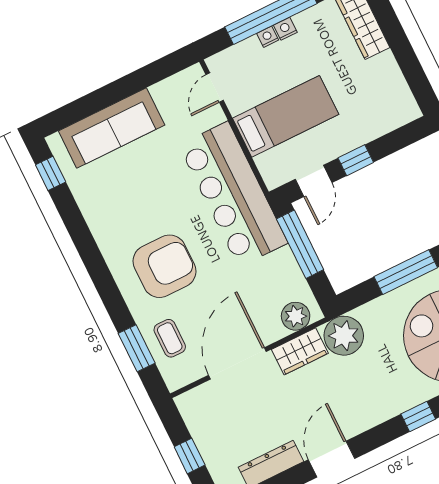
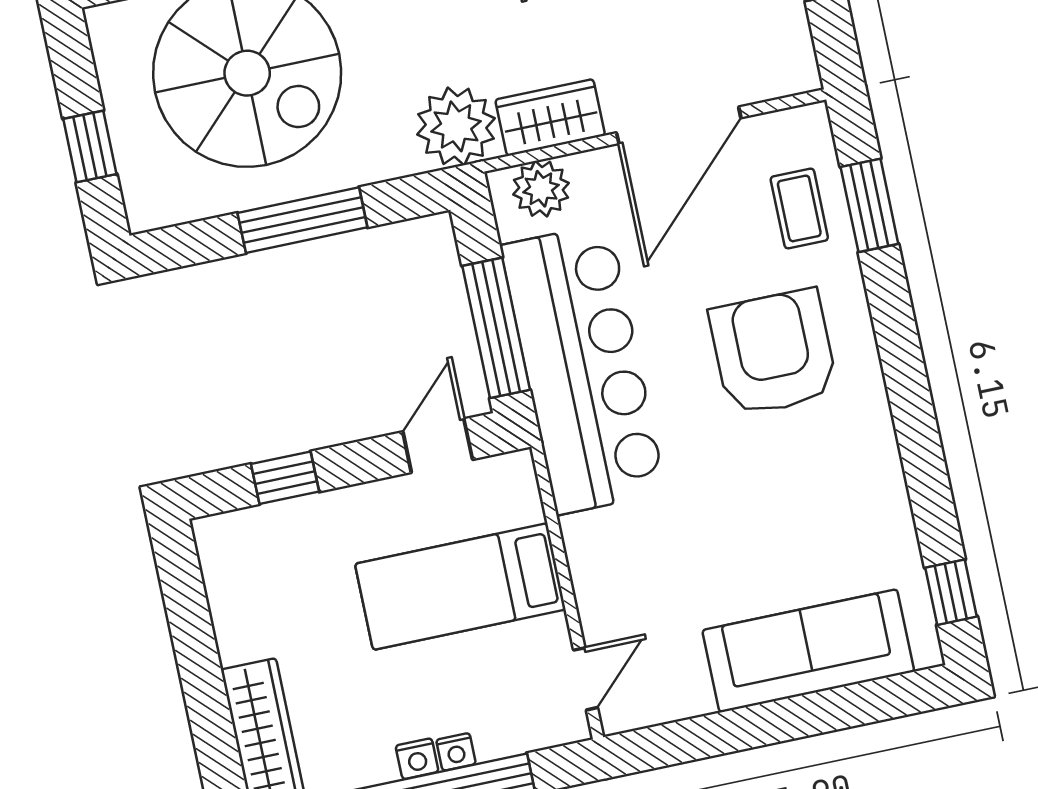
window: (356, 160) -> (285, 478), moved
bar counter: (233, 194) -> (583, 369), moved
armchair: (165, 266) -> (774, 353), turned 90

